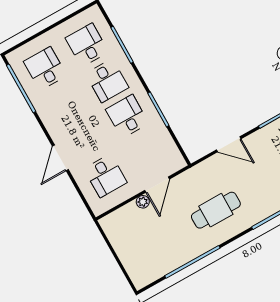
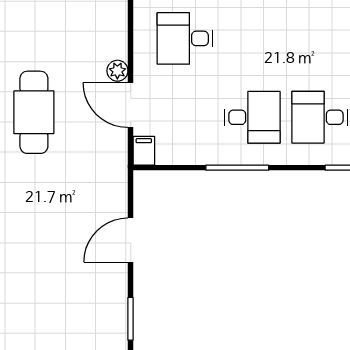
filing cabinet: (177, 164) -> (144, 151), added
cafe table: (216, 210) -> (34, 112), moved

